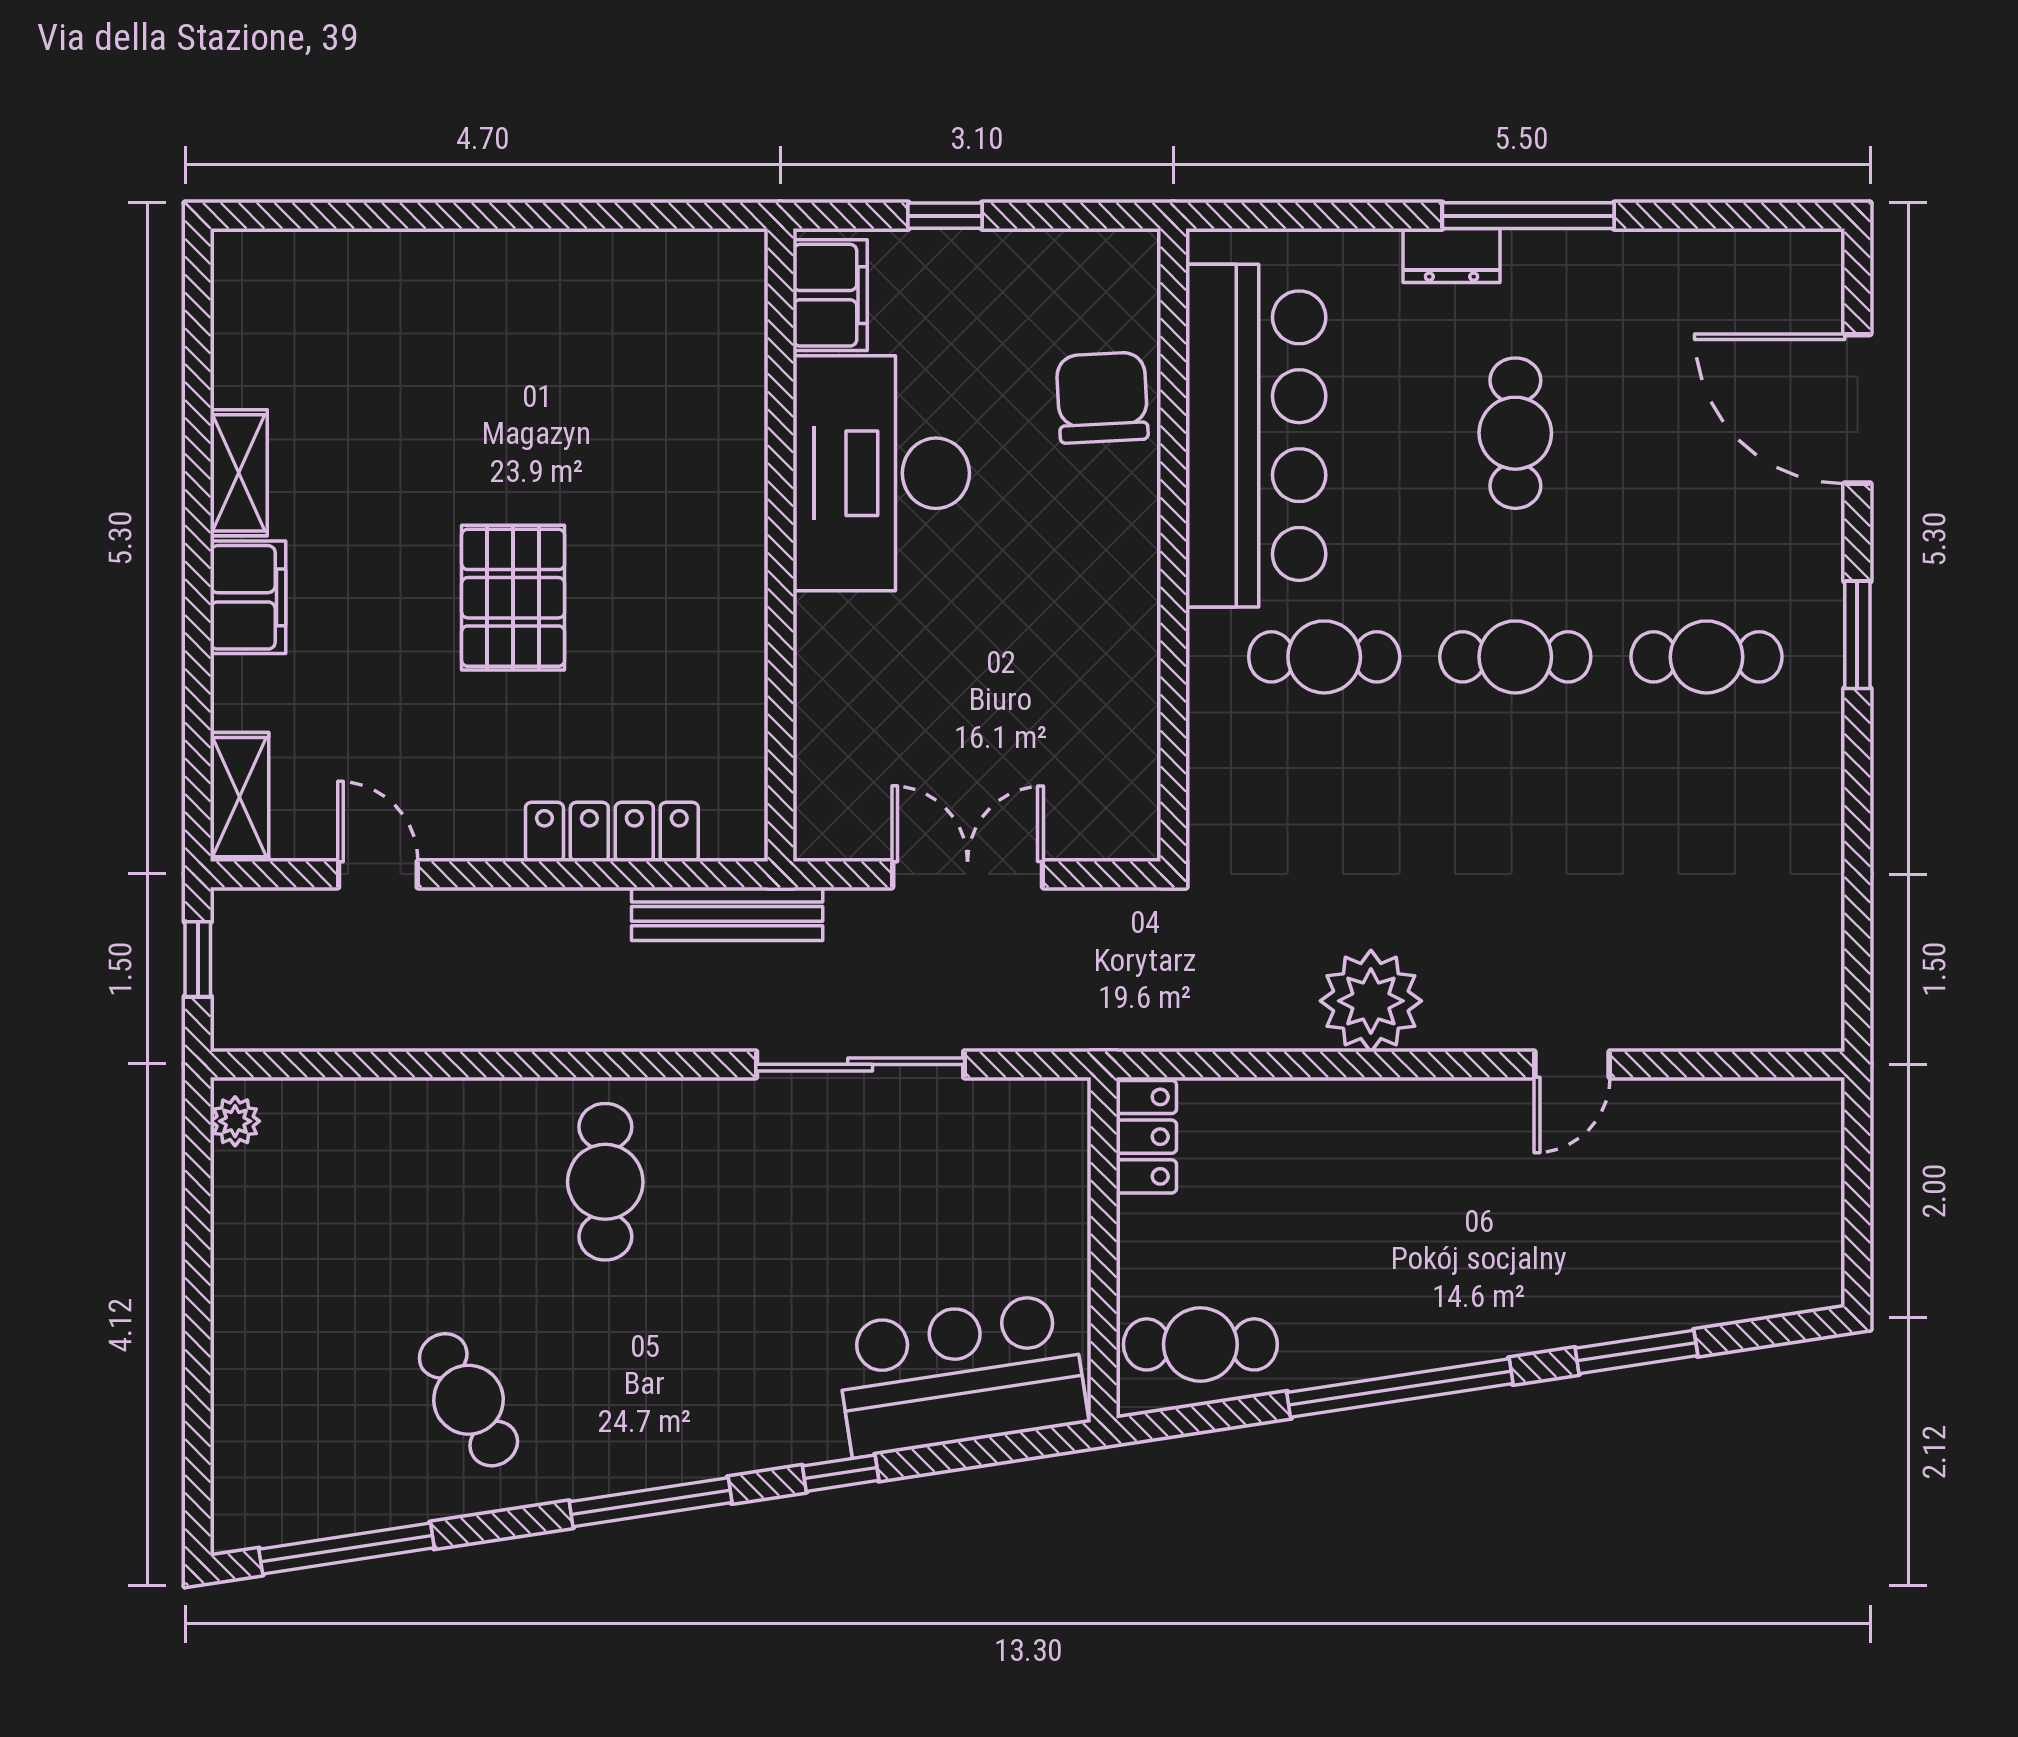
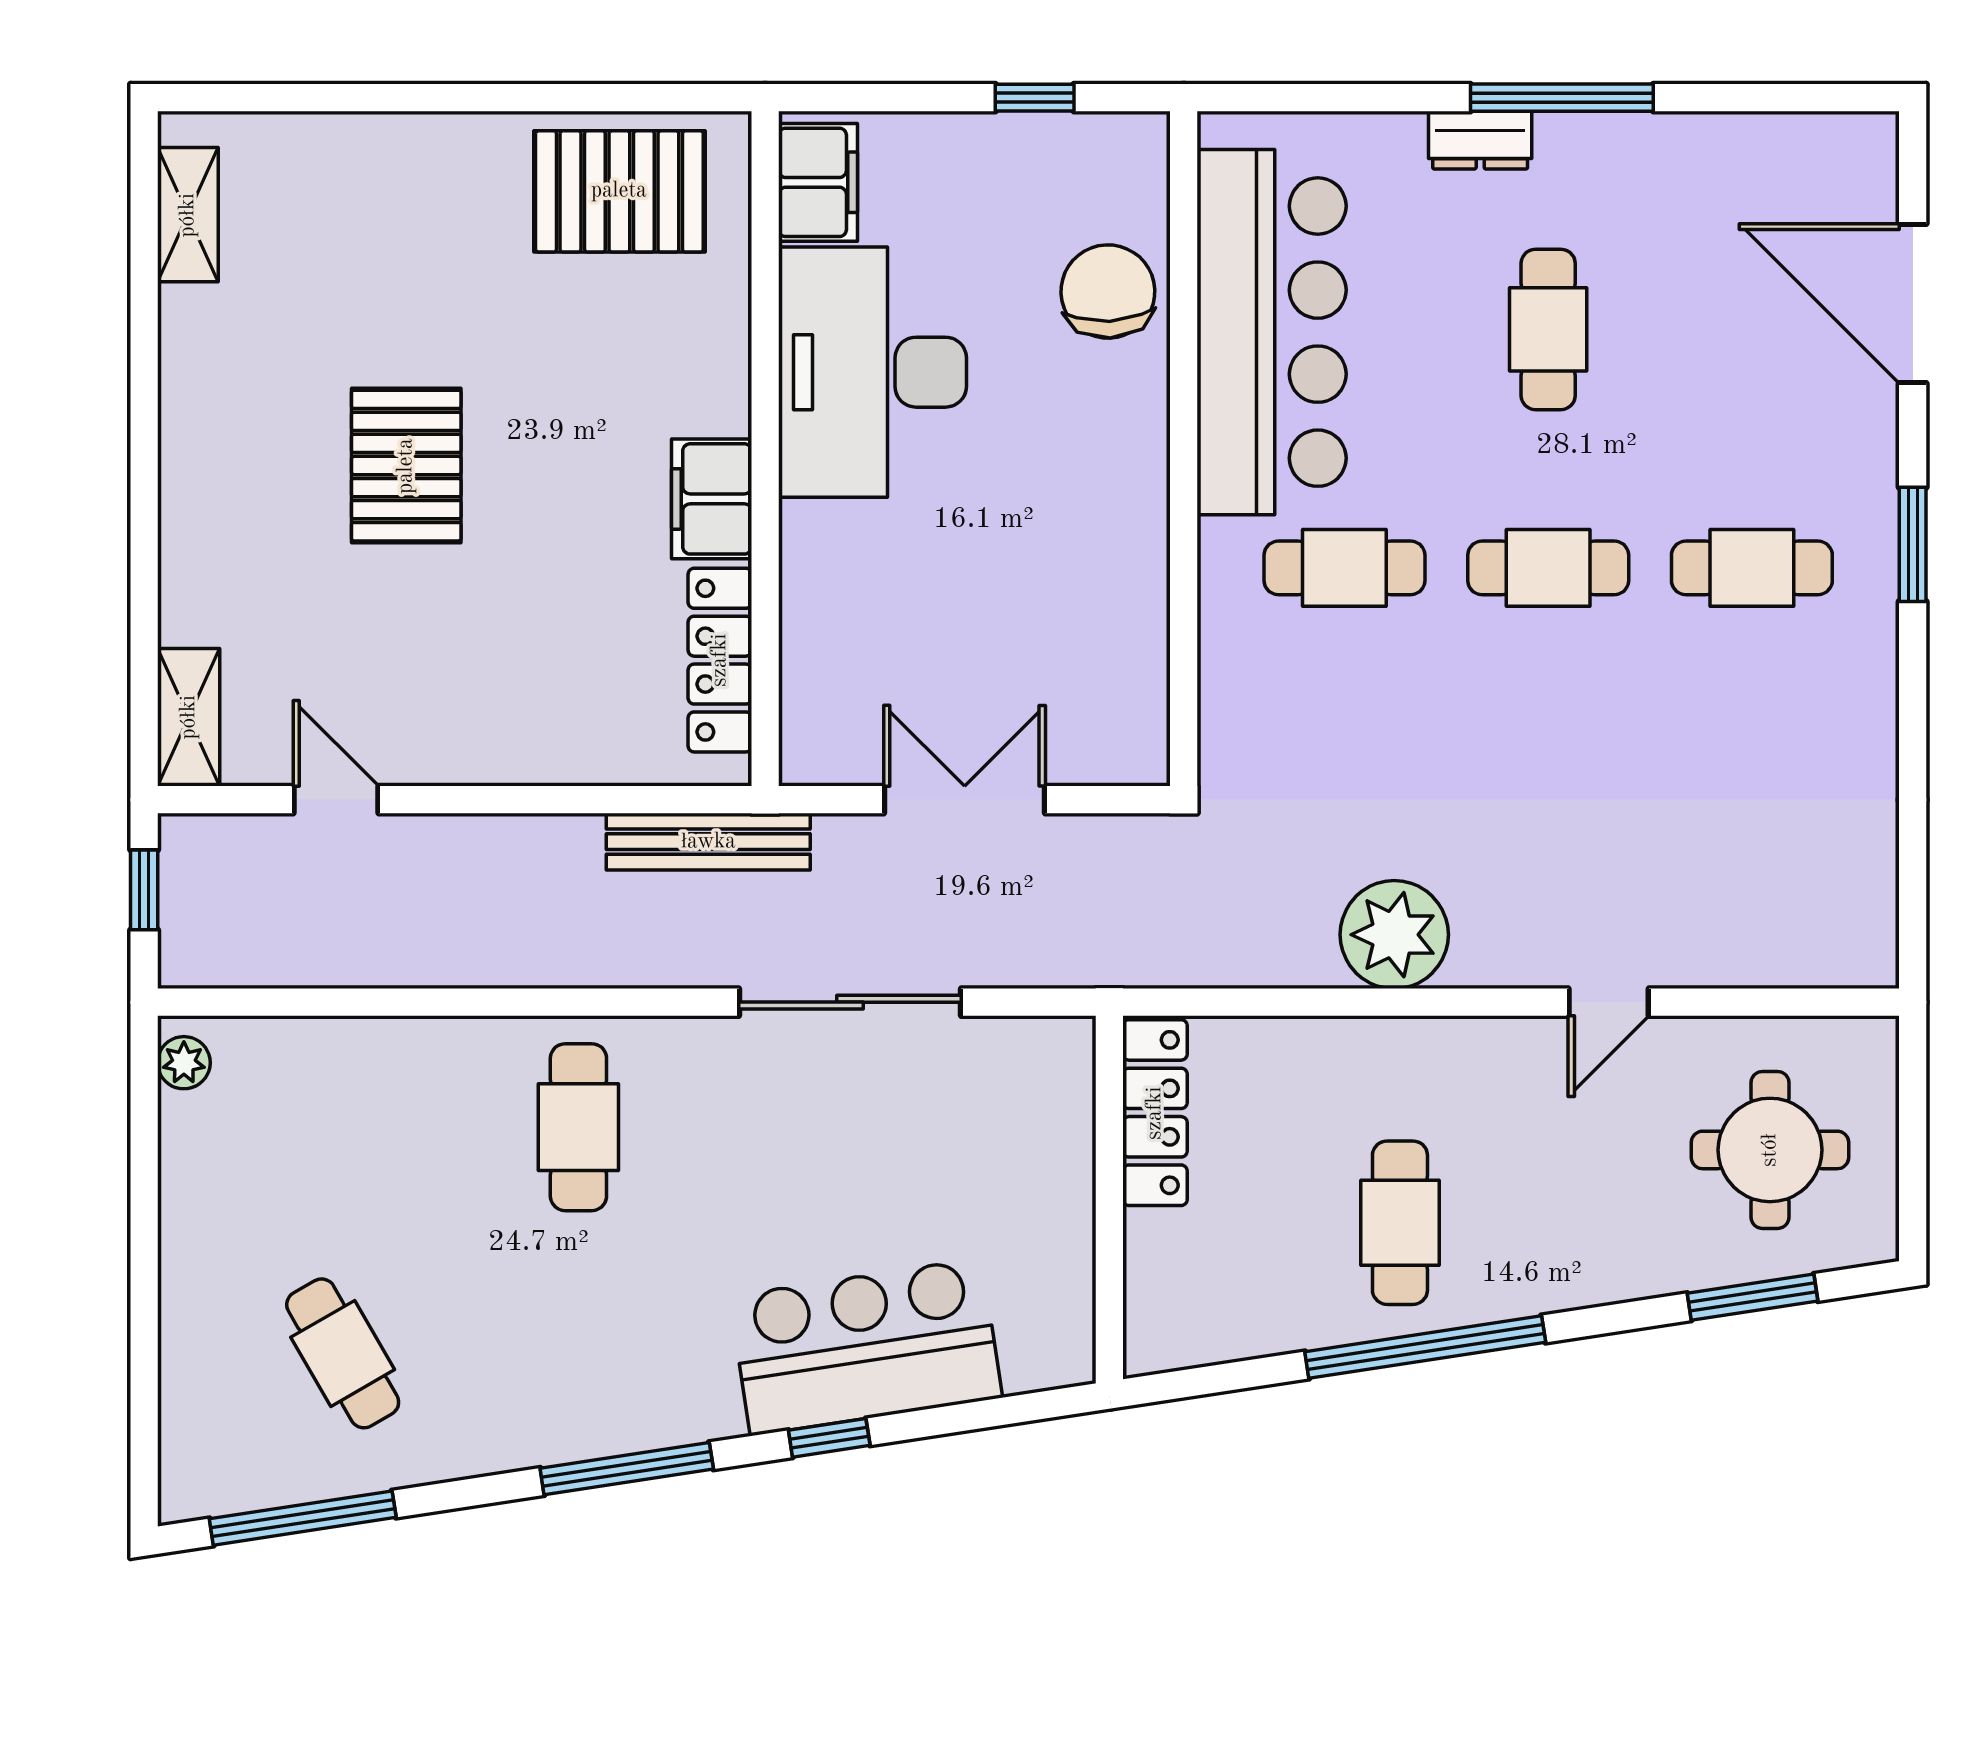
window: (945, 216) -> (1035, 98), moved
pallet: (644, 304) -> (619, 191), added
shelving: (239, 473) -> (188, 215), moved
filing cabinet: (248, 597) -> (712, 499), moved, turned 180
pallet: (513, 598) -> (406, 466), moved
locker: (612, 832) -> (720, 660), moved, turned -90
locker: (1146, 1137) -> (1155, 1113), width x1.53
round table: (1723, 1203) -> (1770, 1150), added
cafe table: (1200, 1344) -> (1400, 1223), moved, turned 90
window: (1636, 1352) -> (1753, 1297), moved
bar counter: (961, 1375) -> (866, 1347), moved
cafe table: (468, 1400) -> (343, 1353), moved

